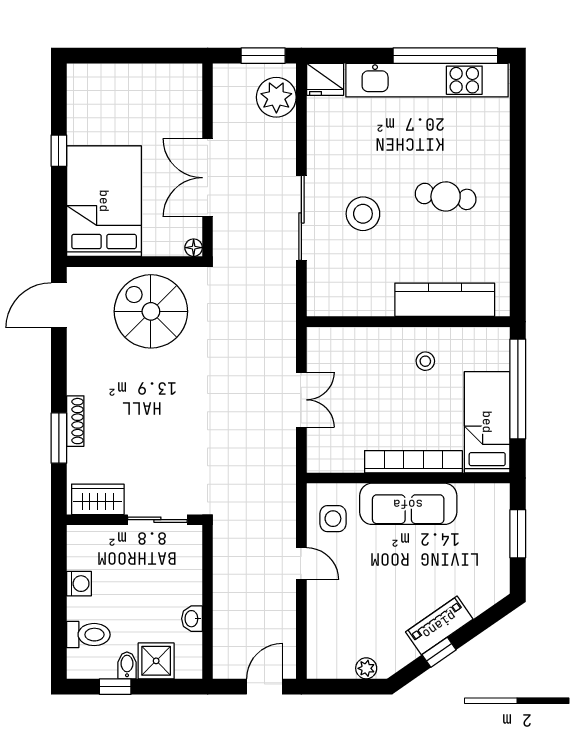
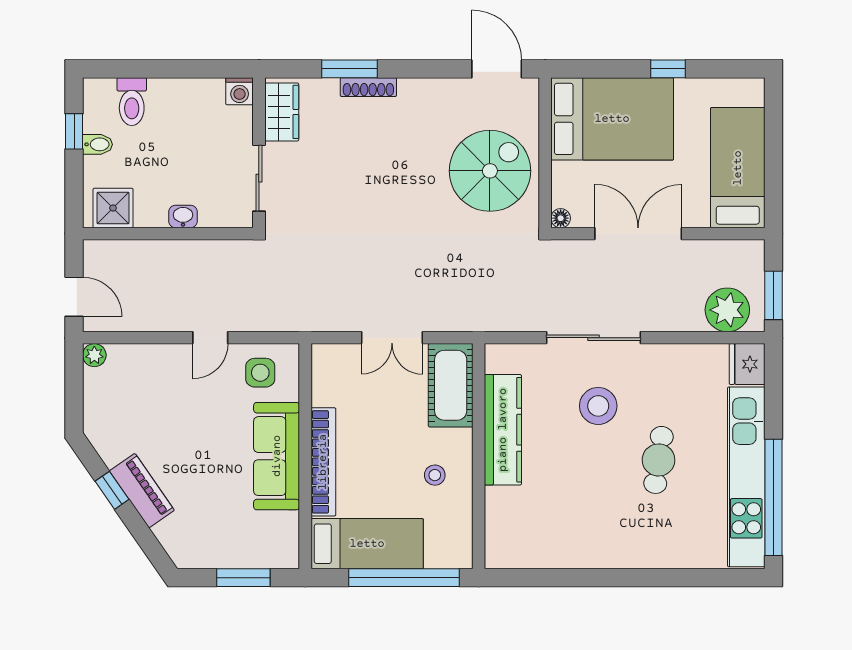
bed: (148, 88) -> (738, 168), added
cafe table: (446, 196) -> (659, 460), moved
kitchen counter: (445, 300) -> (503, 430), moved
cot: (344, 347) -> (451, 385), added
washing machine: (79, 584) -> (240, 91), moved
washbasin: (192, 619) -> (183, 216), moved
shower: (156, 661) -> (113, 208), moved
plant: (366, 668) -> (94, 355), moved

